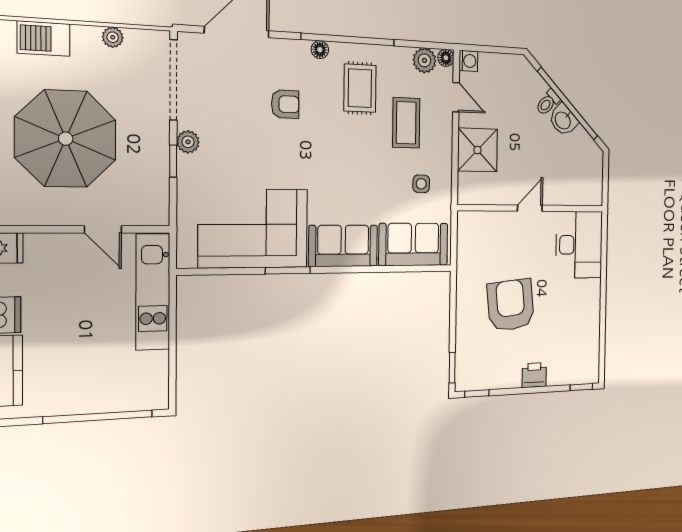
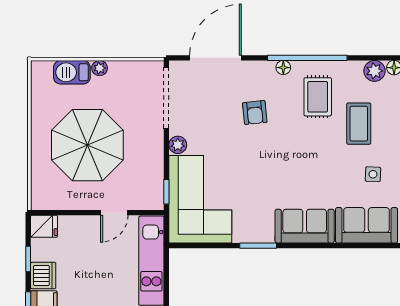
plant: (113, 37) -> (100, 68), moved
armchair: (285, 104) -> (255, 113), turned 84
window: (173, 161) -> (166, 192), moved
corner sofa: (253, 228) -> (200, 199), moved, turned 90
door: (103, 229) -> (114, 213), hinge flipped

